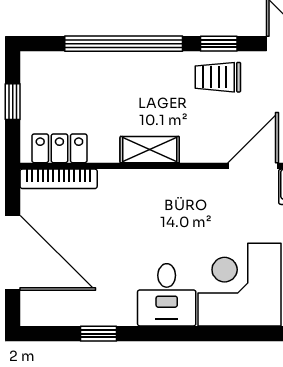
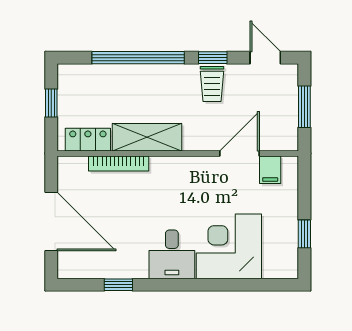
trolley: (218, 77) -> (212, 84), turned -90
shelving: (150, 150) -> (147, 137), width x1.50, depth x1.33
bookcase: (59, 179) -> (119, 164), moved

